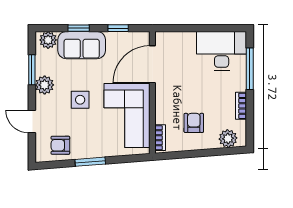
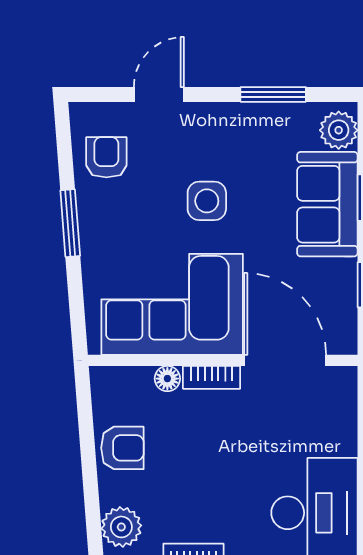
plant: (45, 85) -> (239, 122), removed
floor lamp: (161, 118) -> (167, 379), added
armchair: (194, 123) -> (122, 448), moved
bookcase: (160, 138) -> (212, 377), moved

